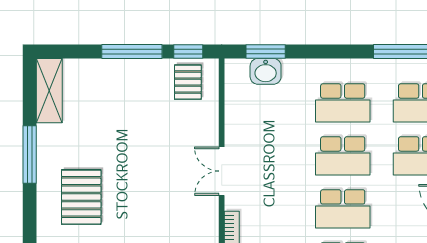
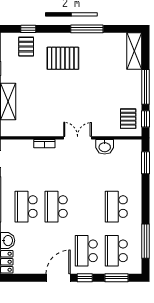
washbasin: (266, 71) -> (105, 147), moved, turned -90
pallet: (188, 82) -> (128, 119), turned 90
shelving: (49, 91) -> (134, 51), moved, turned 90
school desk: (343, 156) -> (86, 207), removed

